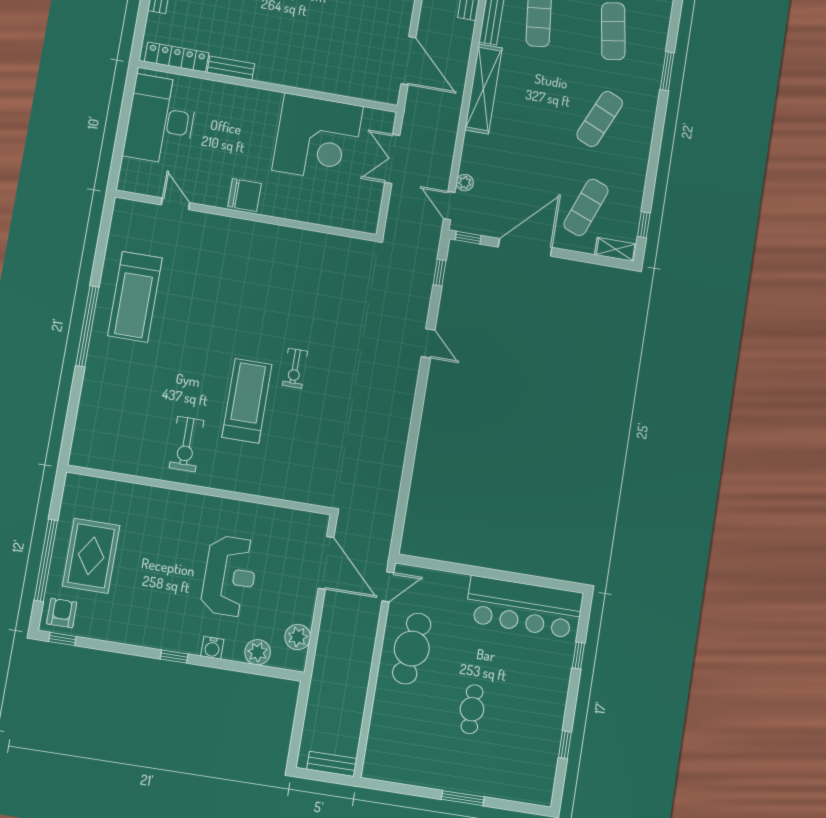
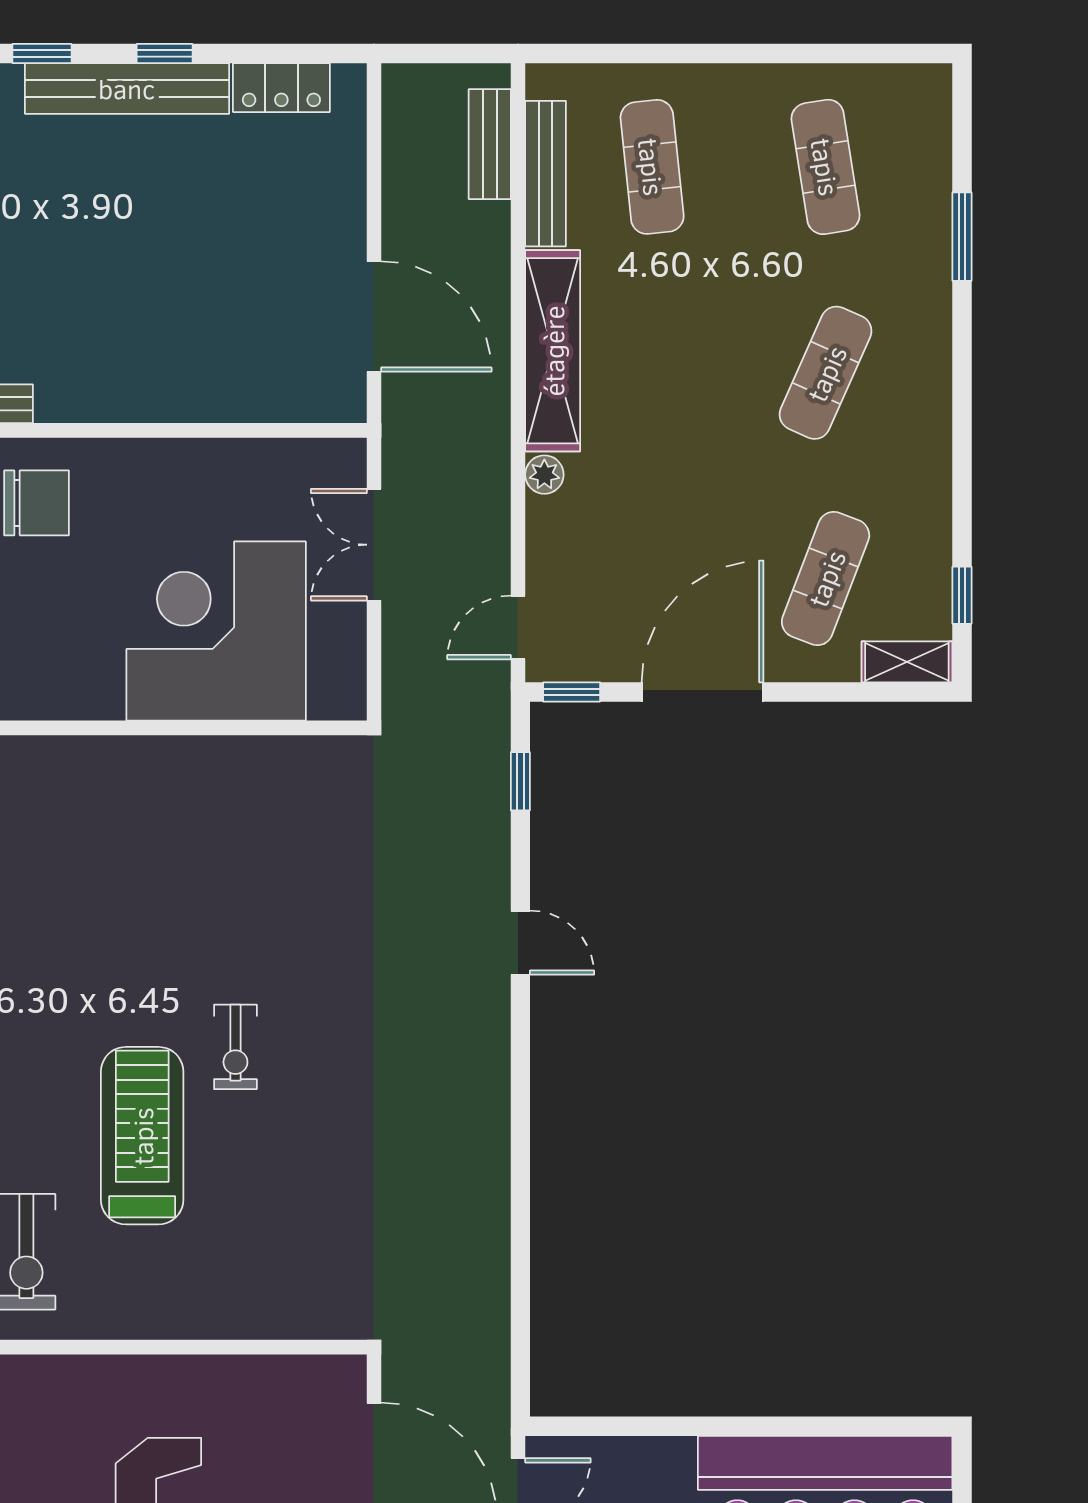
corner desk: (318, 138) -> (216, 631), moved, turned 180
plant: (465, 183) -> (544, 475), moved
chair: (245, 195) -> (36, 503), moved
door: (449, 206) -> (518, 627), hinge flipped

